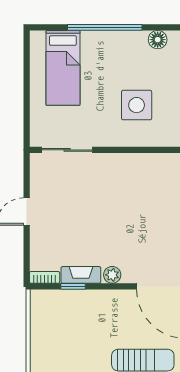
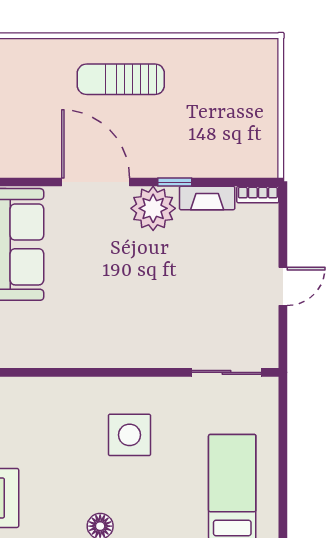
plant: (112, 275) -> (153, 208), width x1.88, depth x1.88
window: (73, 286) -> (175, 182), moved

